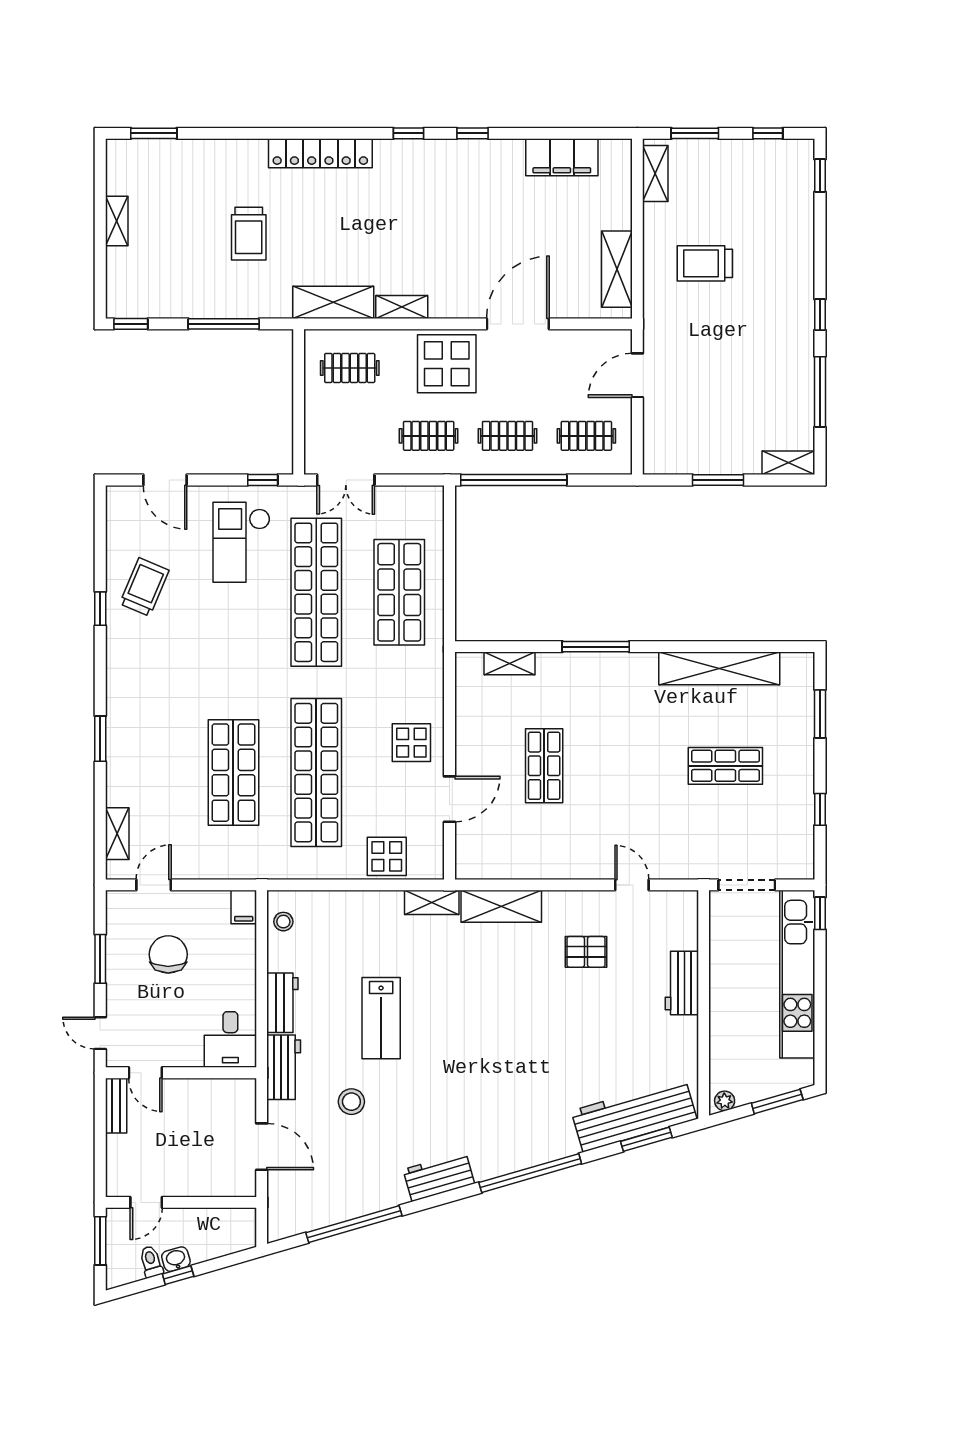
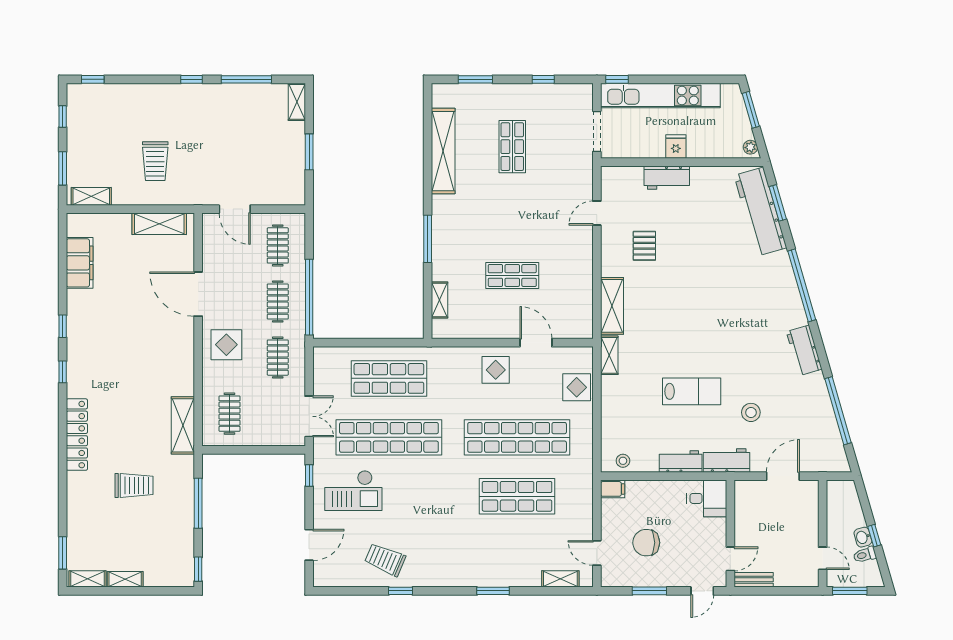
shelving: (402, 307) -> (87, 579), moved, turned 90
display table: (447, 364) -> (226, 345), width x0.73, depth x0.73
fridge: (726, 996) -> (676, 147), added

